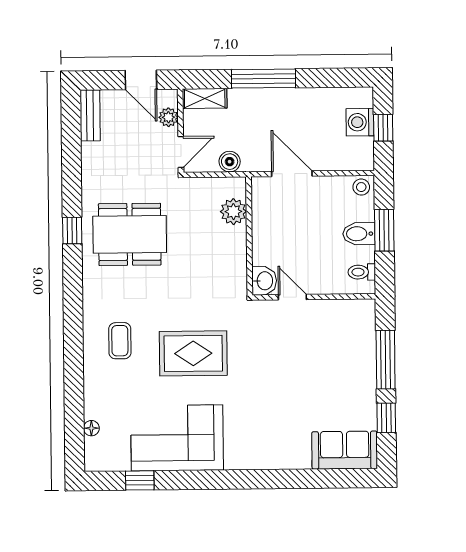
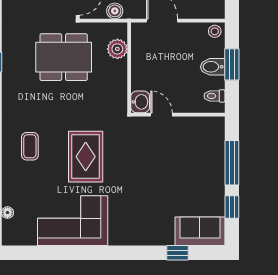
dining table: (130, 234) -> (64, 57), moved
rug: (193, 353) -> (86, 157), turned 90
window: (140, 480) -> (177, 253), moved

